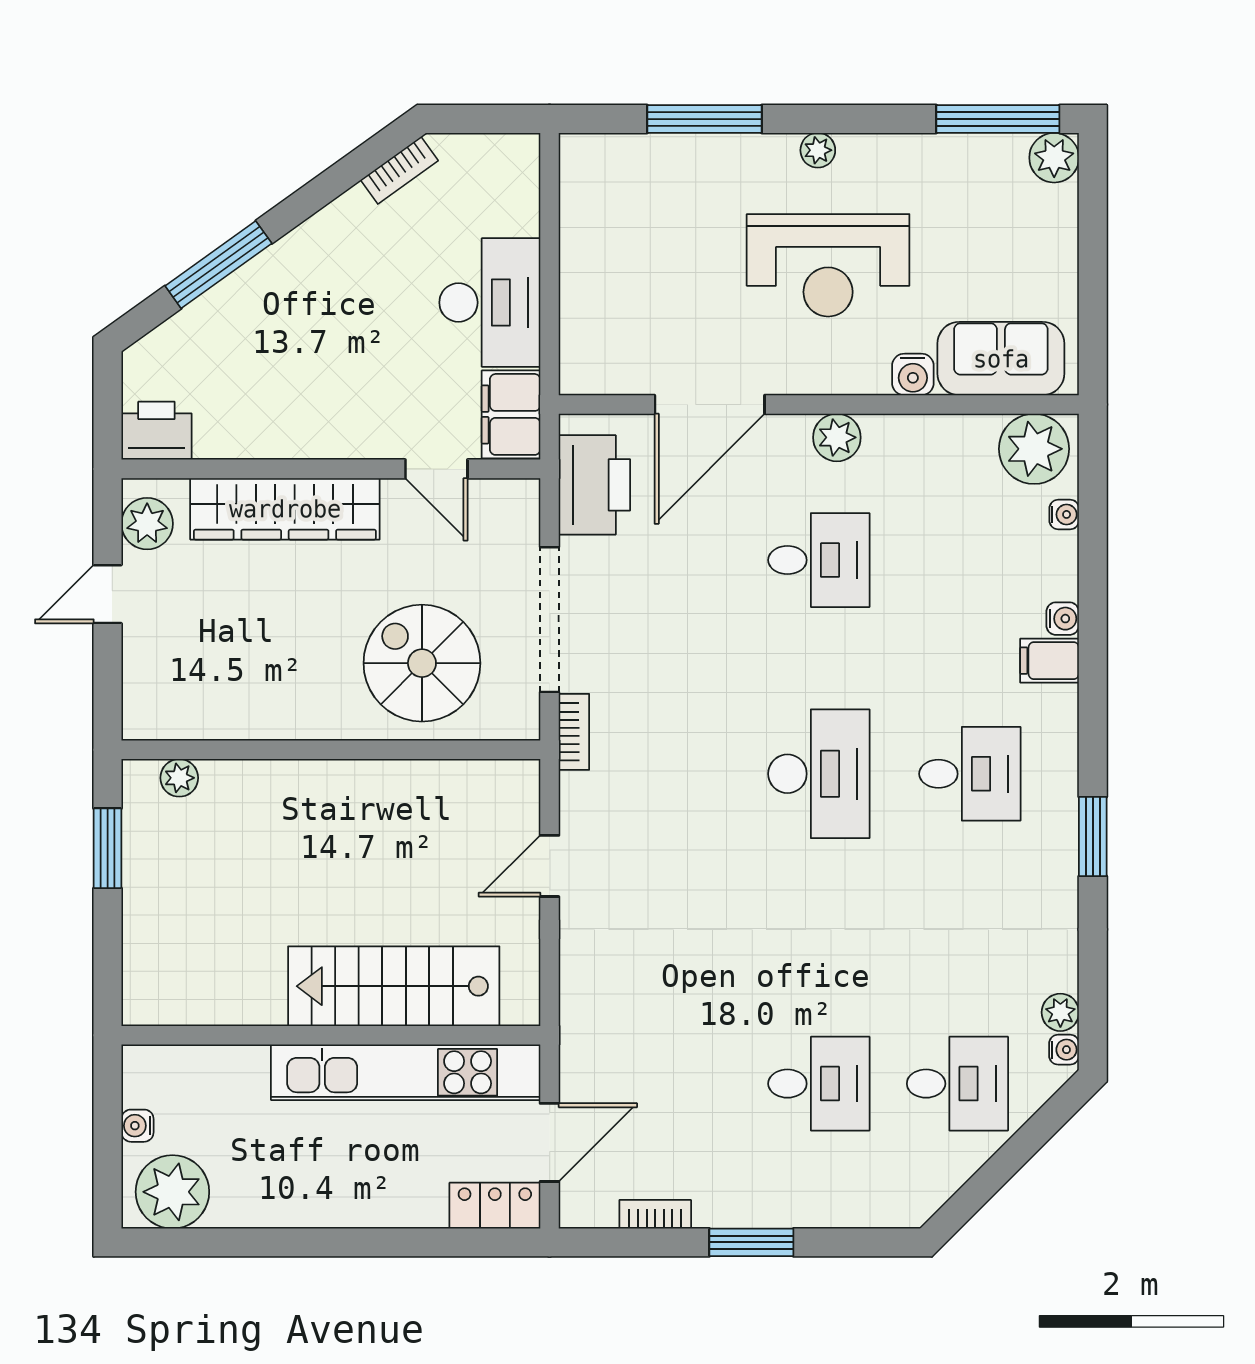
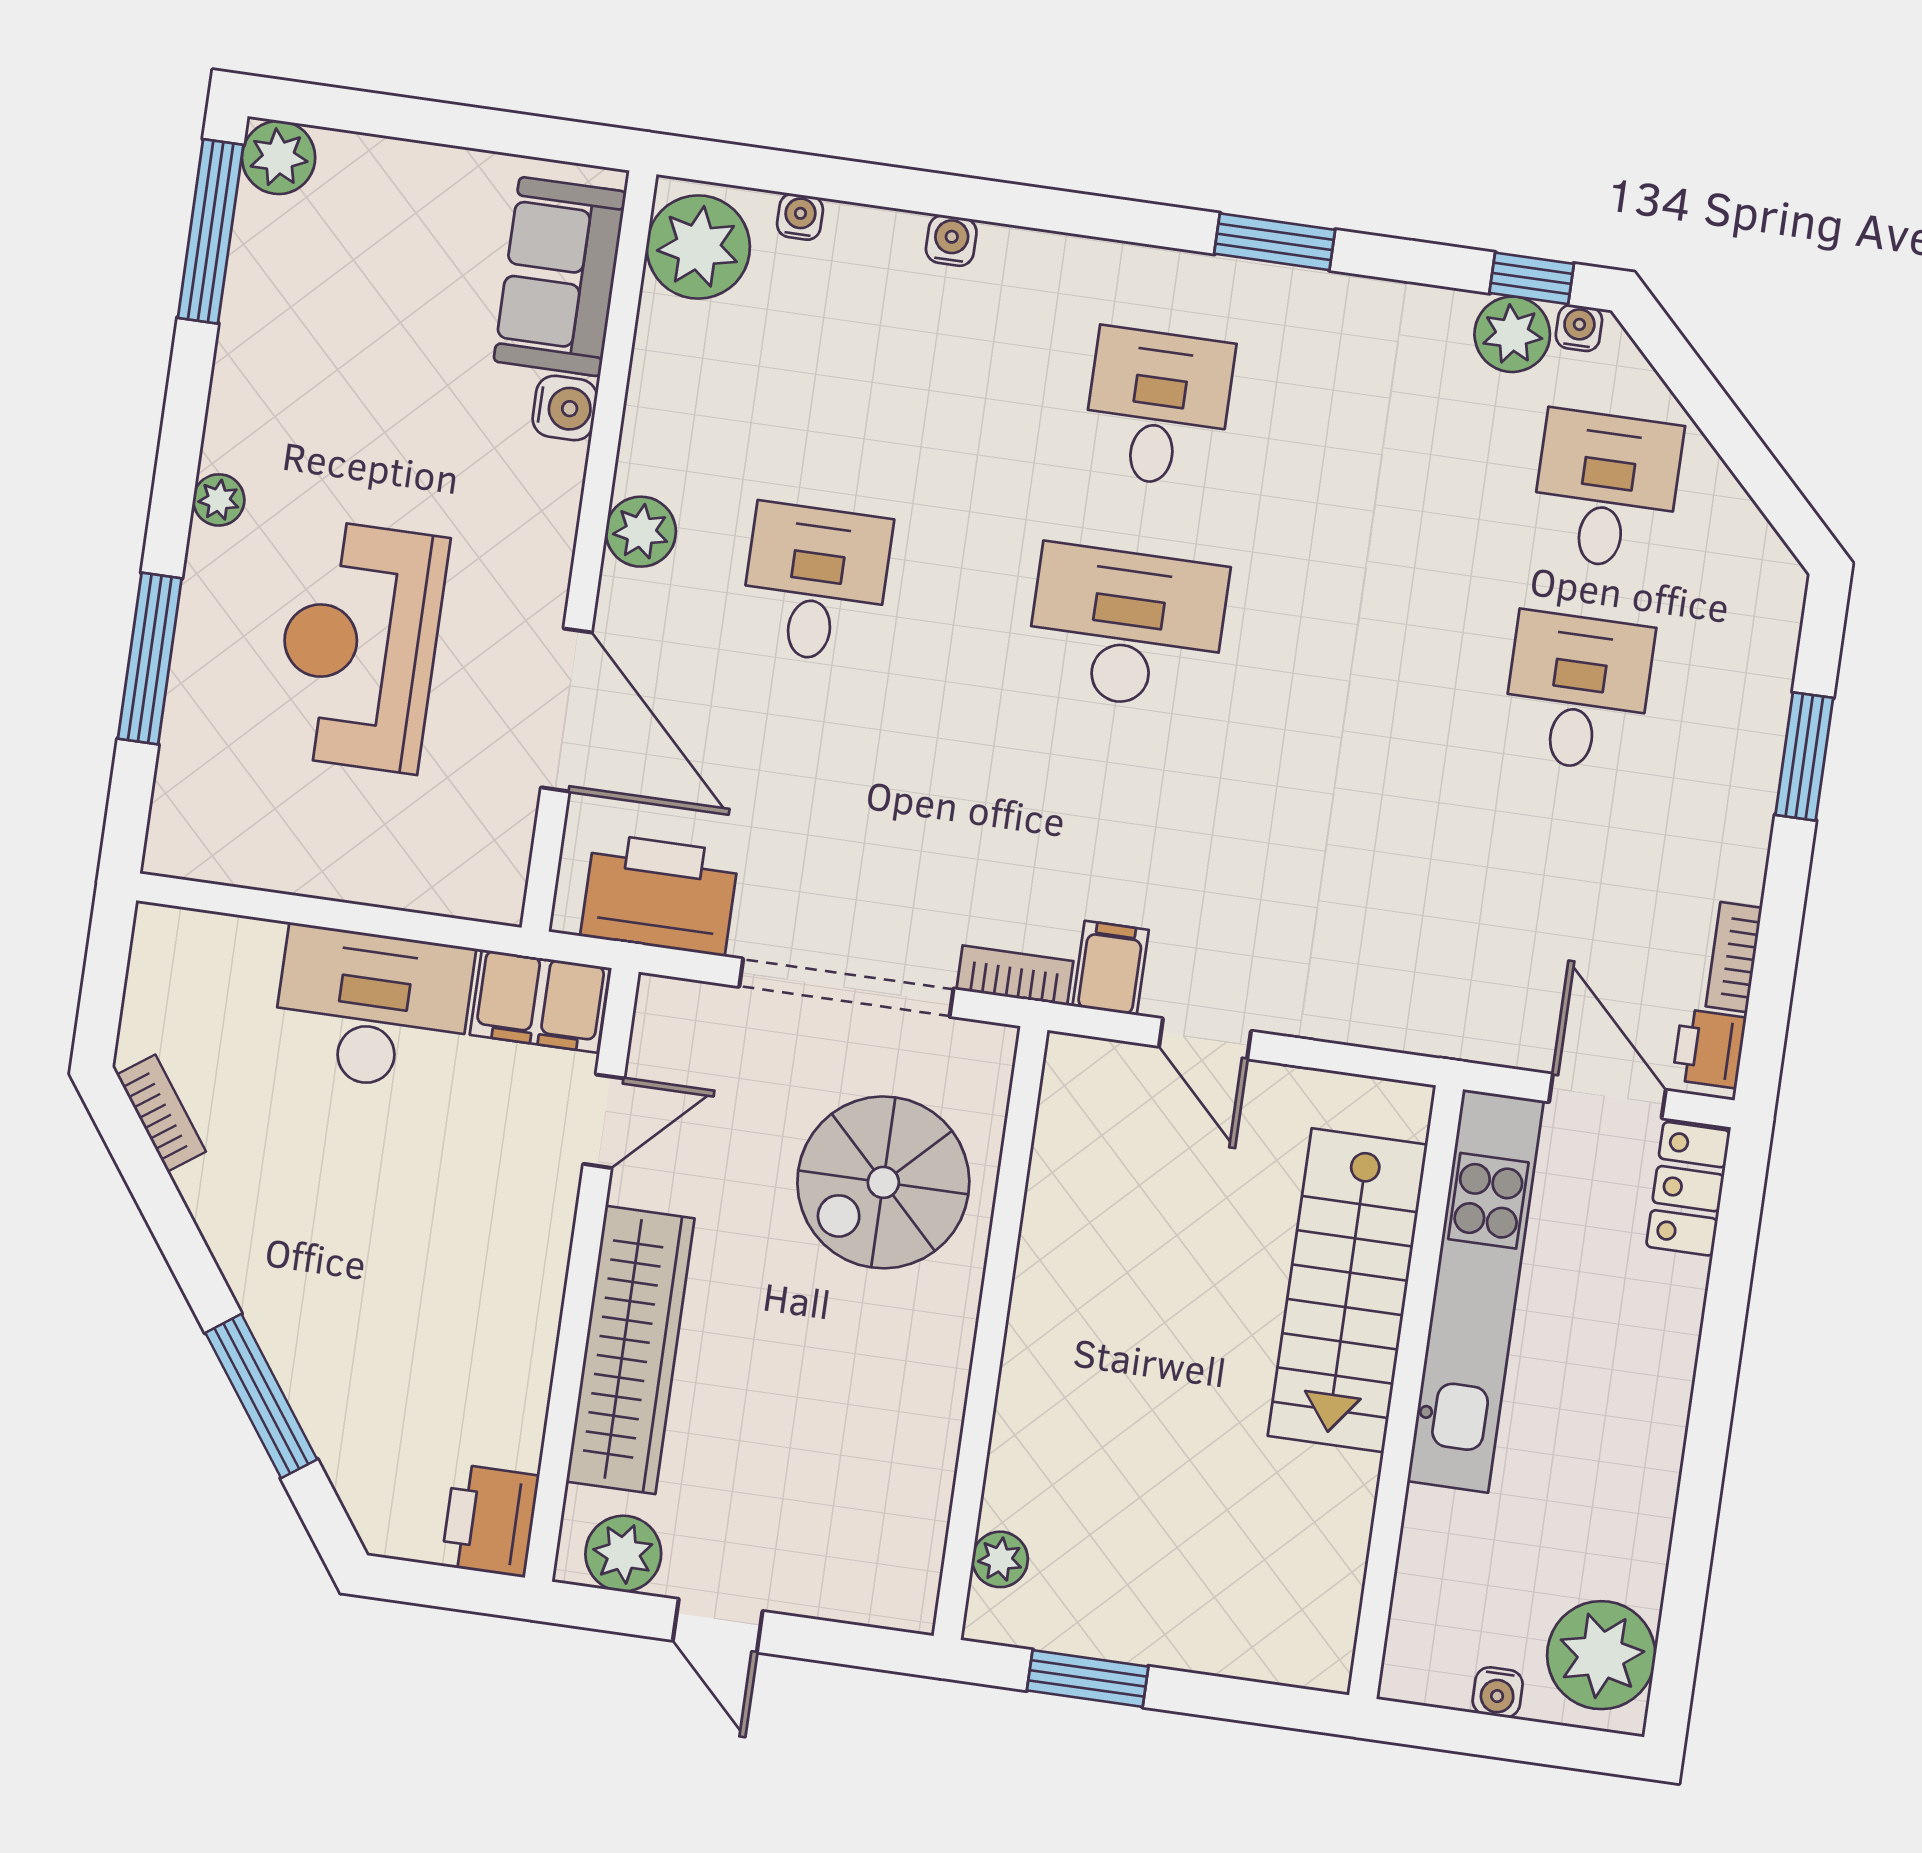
reception desk: (828, 265) -> (360, 646), moved, turned 180
filing cabinet: (1050, 661) -> (1111, 968), moved, turned 180
plant: (1060, 1012) -> (1512, 334), width x1.38, depth x1.38
window: (1093, 1013) -> (1532, 278), added
printer: (591, 1206) -> (1709, 1049), added
window: (751, 1242) -> (1804, 756), moved

